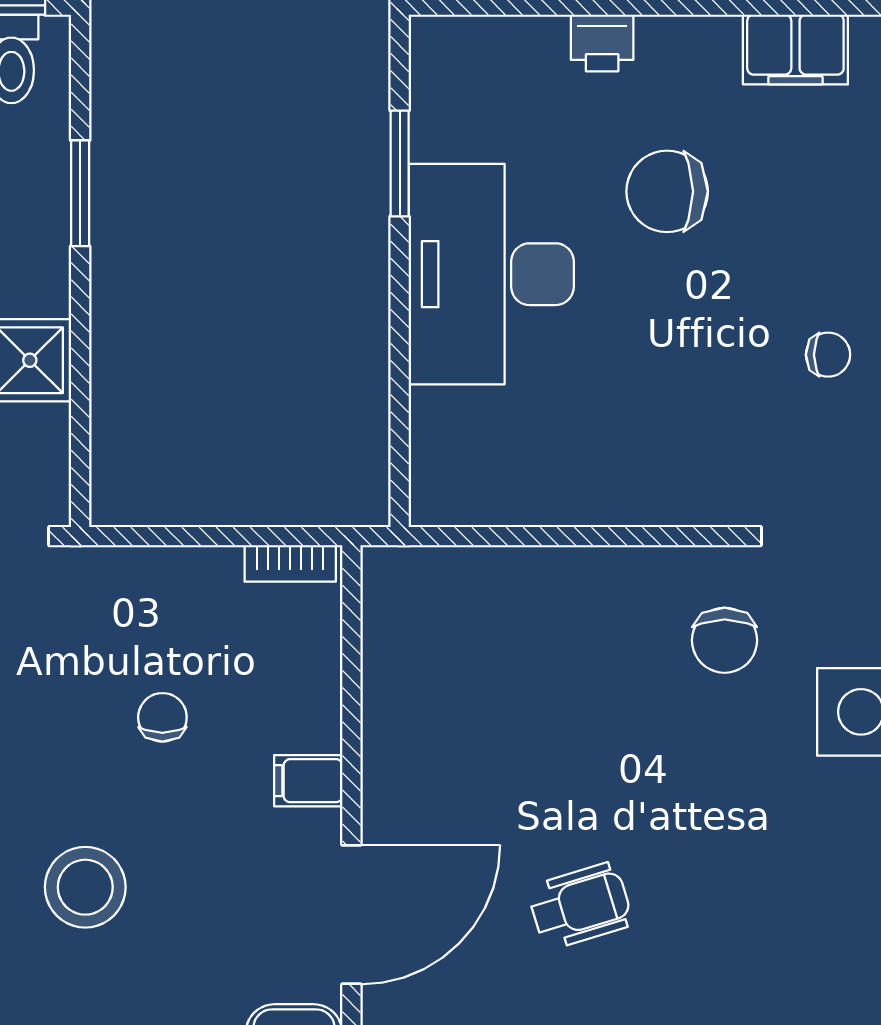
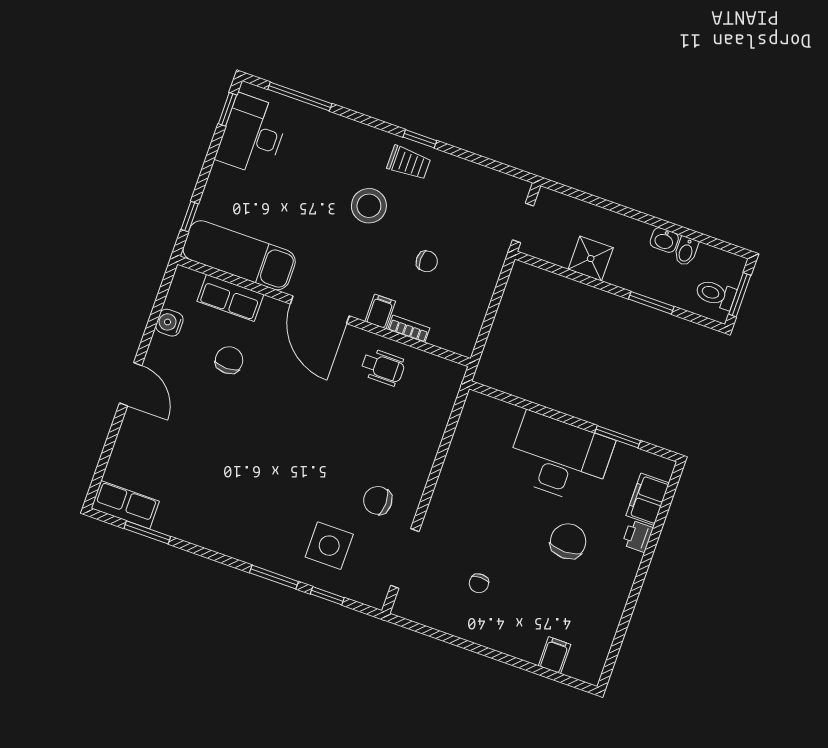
filing cabinet: (795, 49) -> (648, 499), moved
bookcase: (290, 563) -> (409, 329), moved, turned 90
wheelchair: (580, 906) -> (383, 367), moved, turned -73

